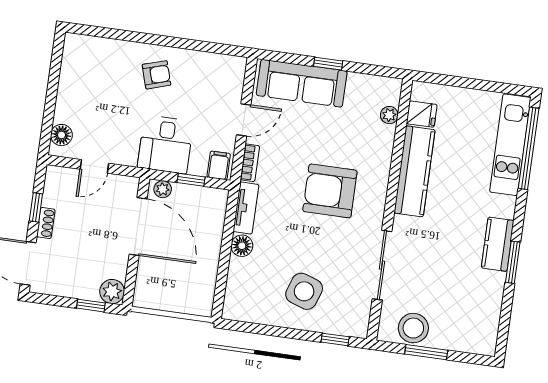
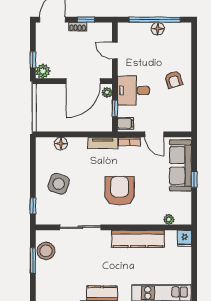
window: (52, 93) -> (155, 20), added
fridge: (422, 114) -> (184, 238), moved
floor lamp: (61, 135) -> (158, 29), moved
floor lamp: (242, 246) -> (61, 144), moved

